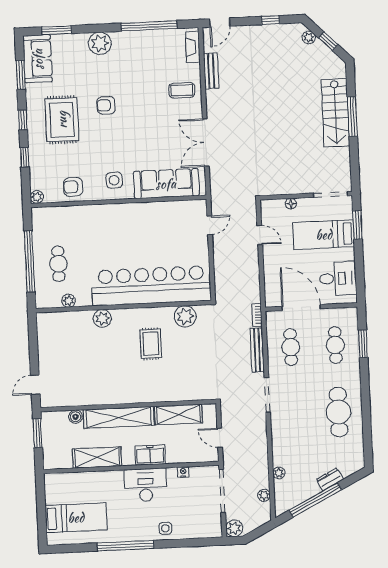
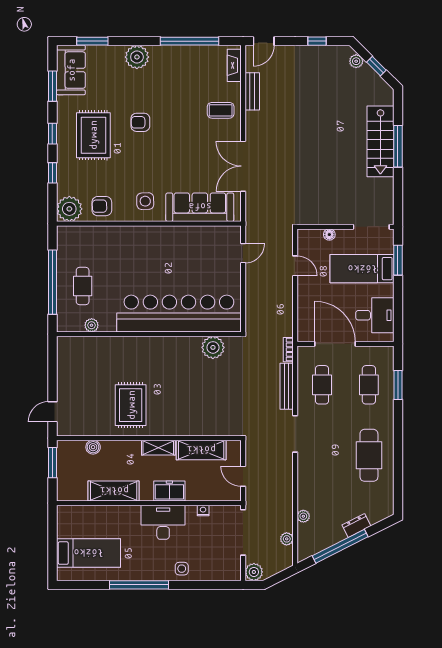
plant: (37, 197) -> (69, 209), width x1.87, depth x1.87
plant: (102, 318) -> (126, 345), removed
rug: (151, 344) -> (131, 405), moved, width x1.36, depth x1.43
shelving: (119, 417) -> (158, 448), width x0.45, depth x0.75

